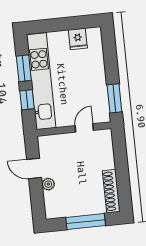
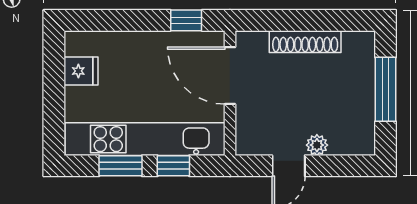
window: (114, 98) -> (186, 20), width x0.67
door: (84, 128) -> (230, 76), width x1.87
shoe rack: (111, 191) -> (305, 42), moved

